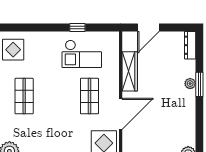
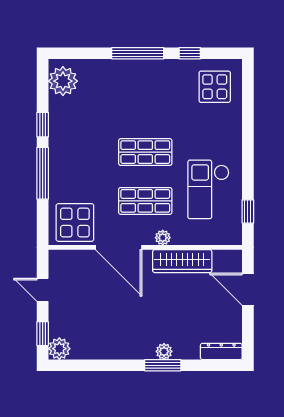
window: (77, 27) -> (248, 211), moved
plant: (114, 84) -> (163, 238), added
shop shelf: (24, 96) -> (145, 152), moved

